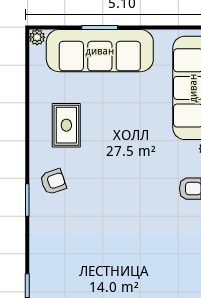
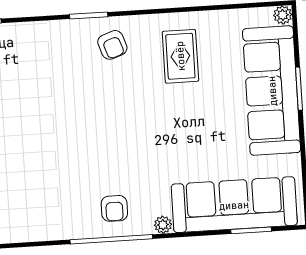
rug: (66, 125) -> (180, 56), turned 90

